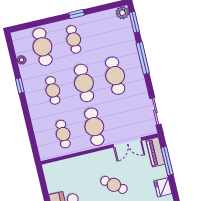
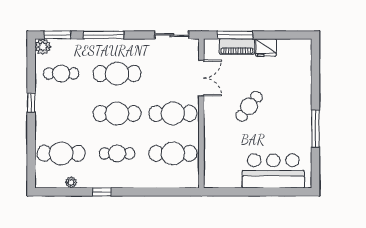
cafe table: (74, 39) -> (61, 74), moved
cafe table: (63, 134) -> (173, 153), width x1.37, depth x1.35
piano: (156, 152) -> (237, 47), moved

